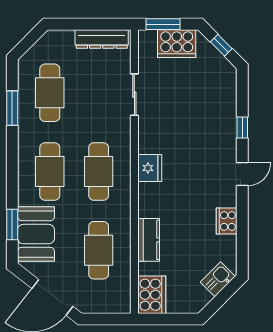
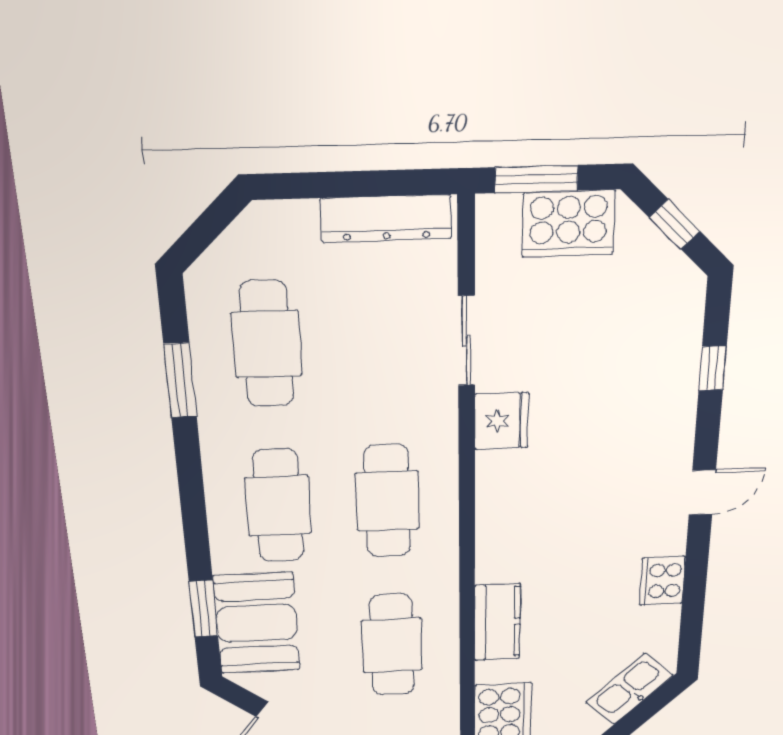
window: (242, 128) -> (713, 368), moved
fridge: (150, 168) -> (501, 421), moved
kitchen sink: (218, 279) -> (629, 689), width x1.38

